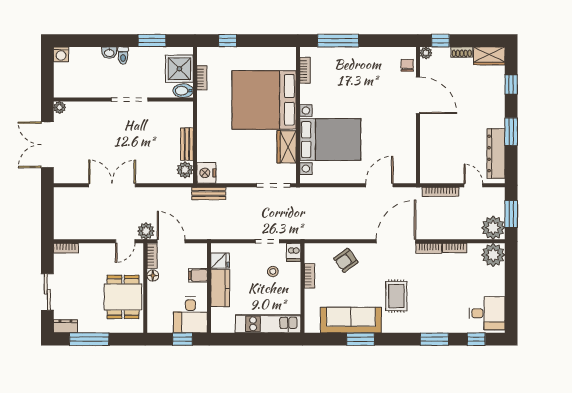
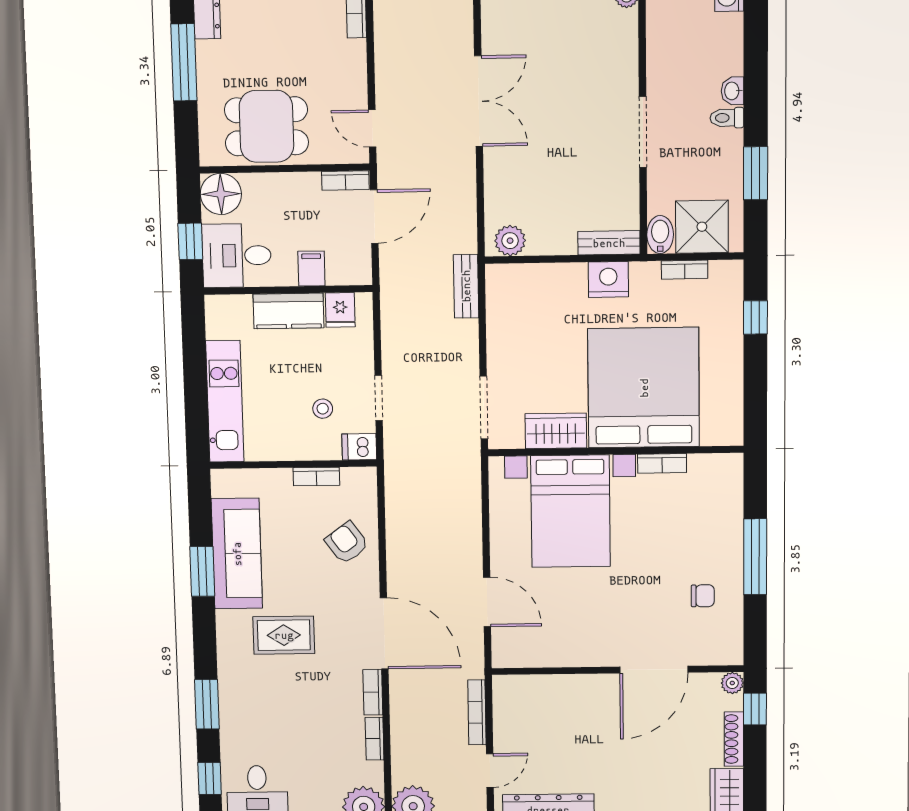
window: (338, 41) -> (755, 557), moved
shoe rack: (462, 52) -> (734, 739), width x1.43
chair: (407, 65) -> (703, 596), moved
bookcase: (305, 70) -> (662, 463), moved
bench: (187, 144) -> (609, 243), moved
nightstand: (206, 173) -> (608, 279), moved
plant: (146, 231) -> (393, 168), removed
floor lamp: (153, 275) -> (221, 194), moved, width x1.89, depth x1.89

